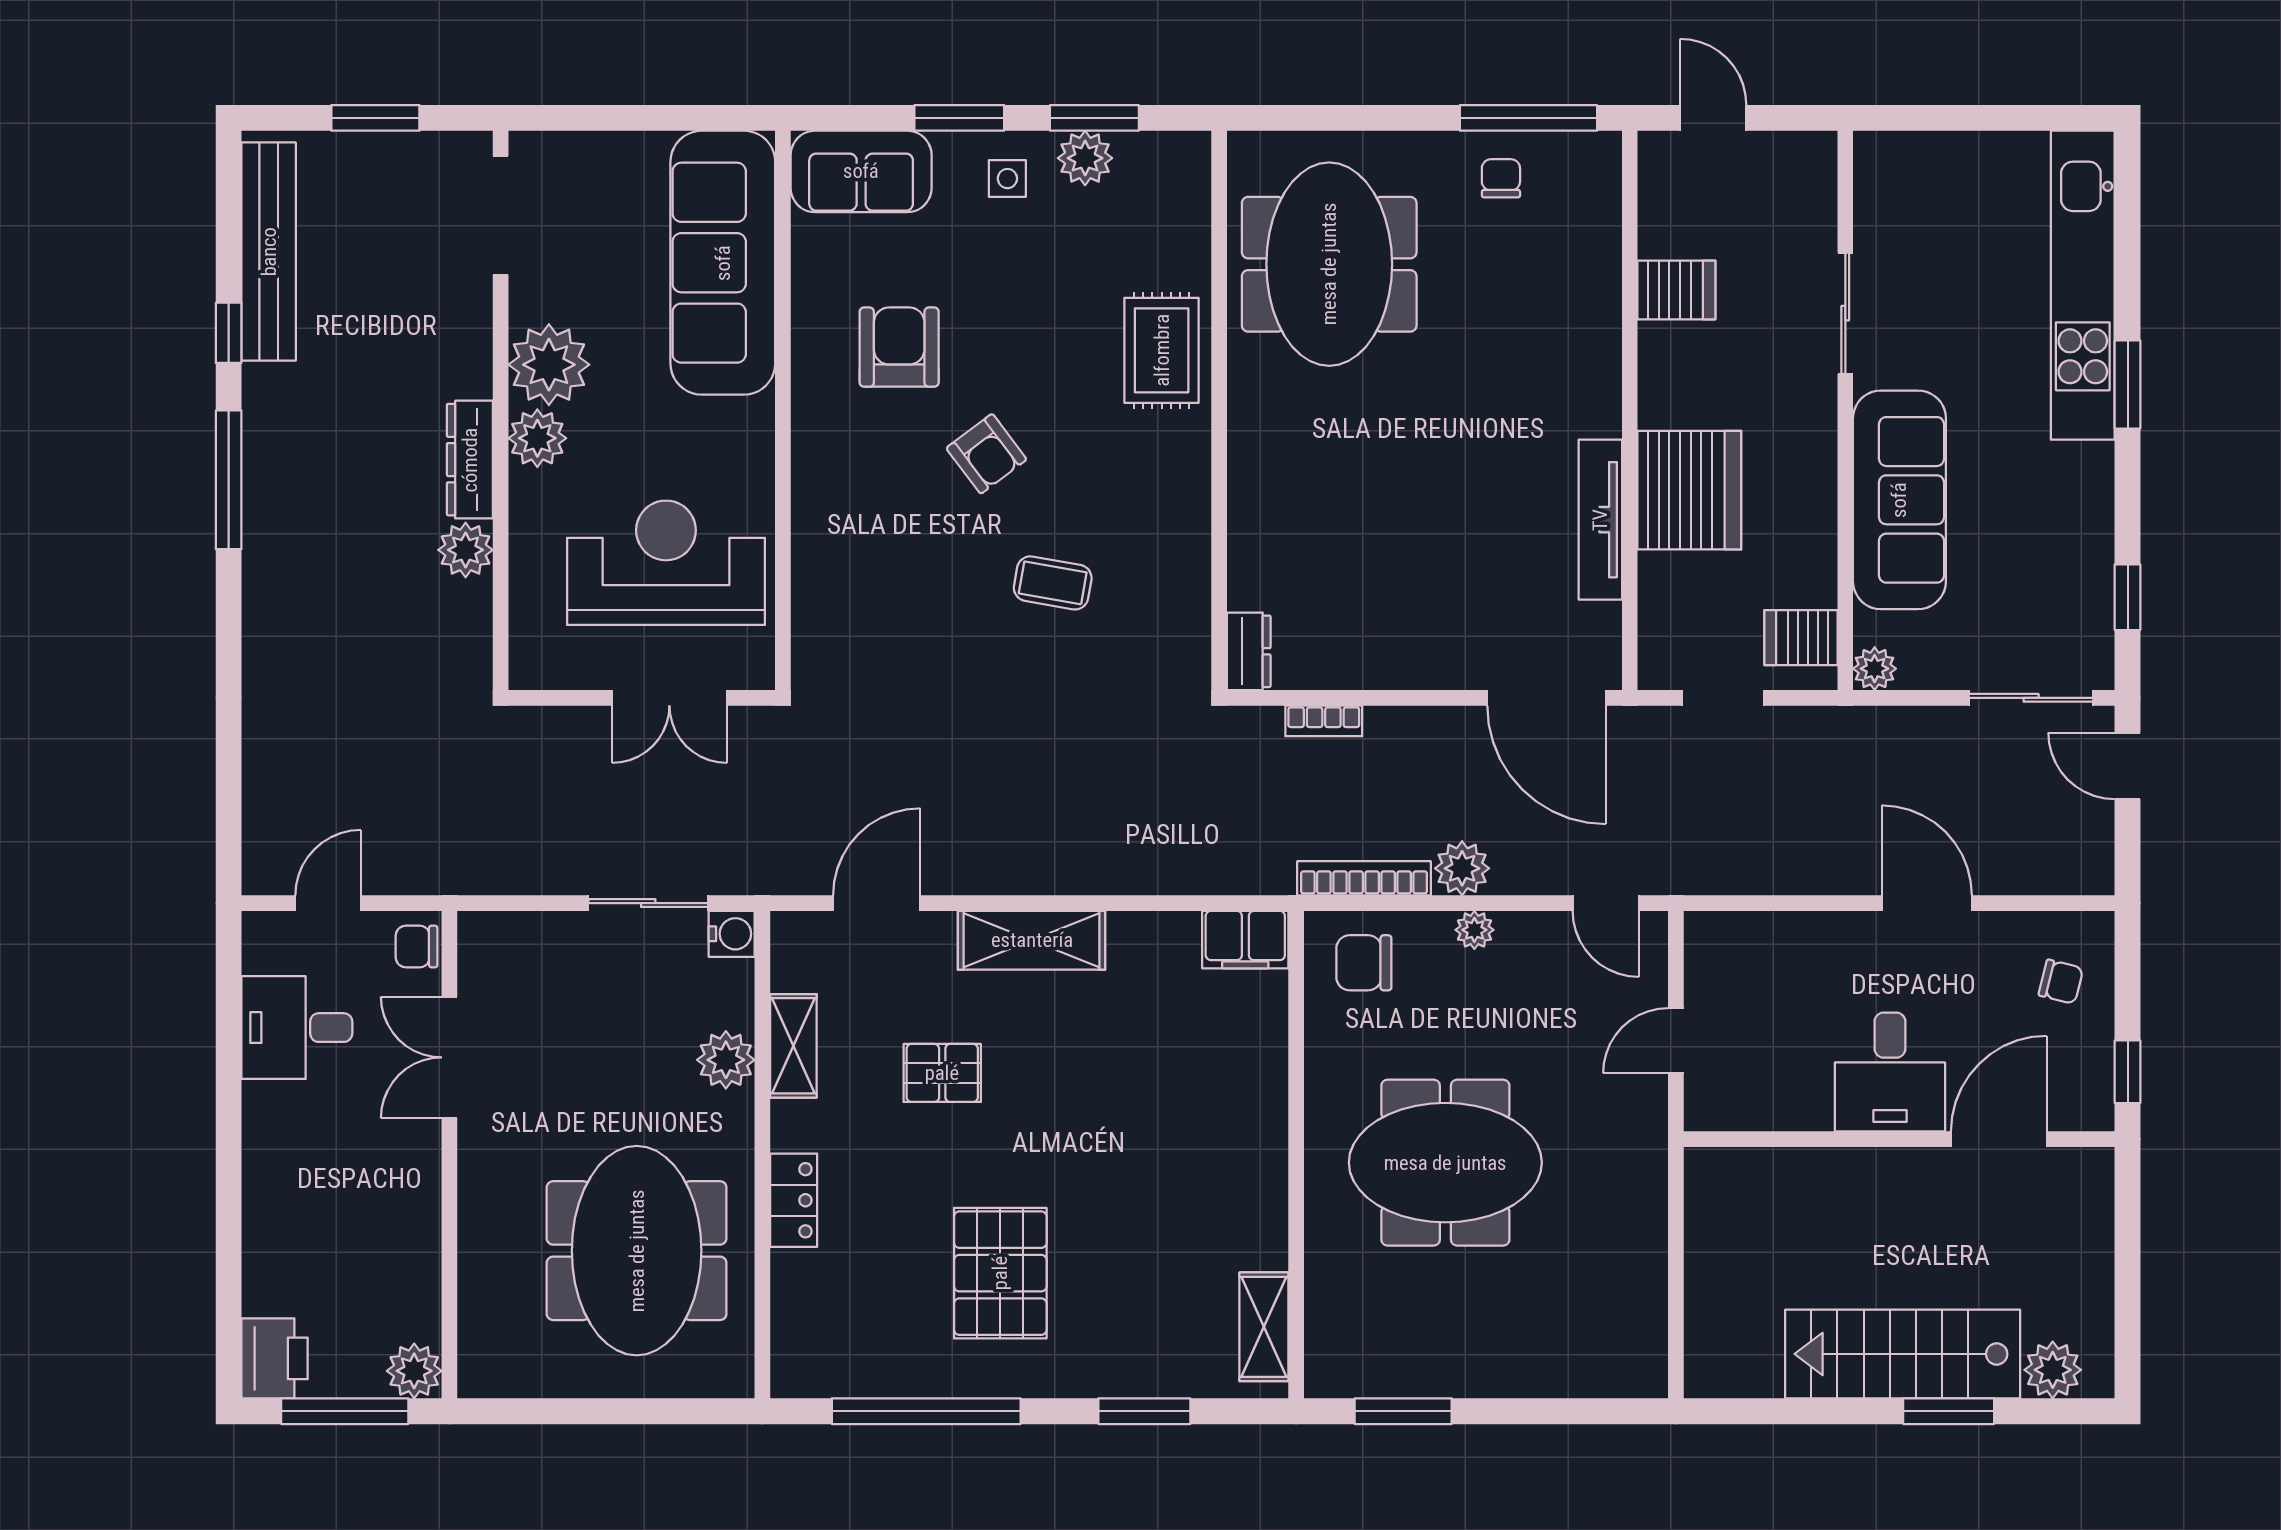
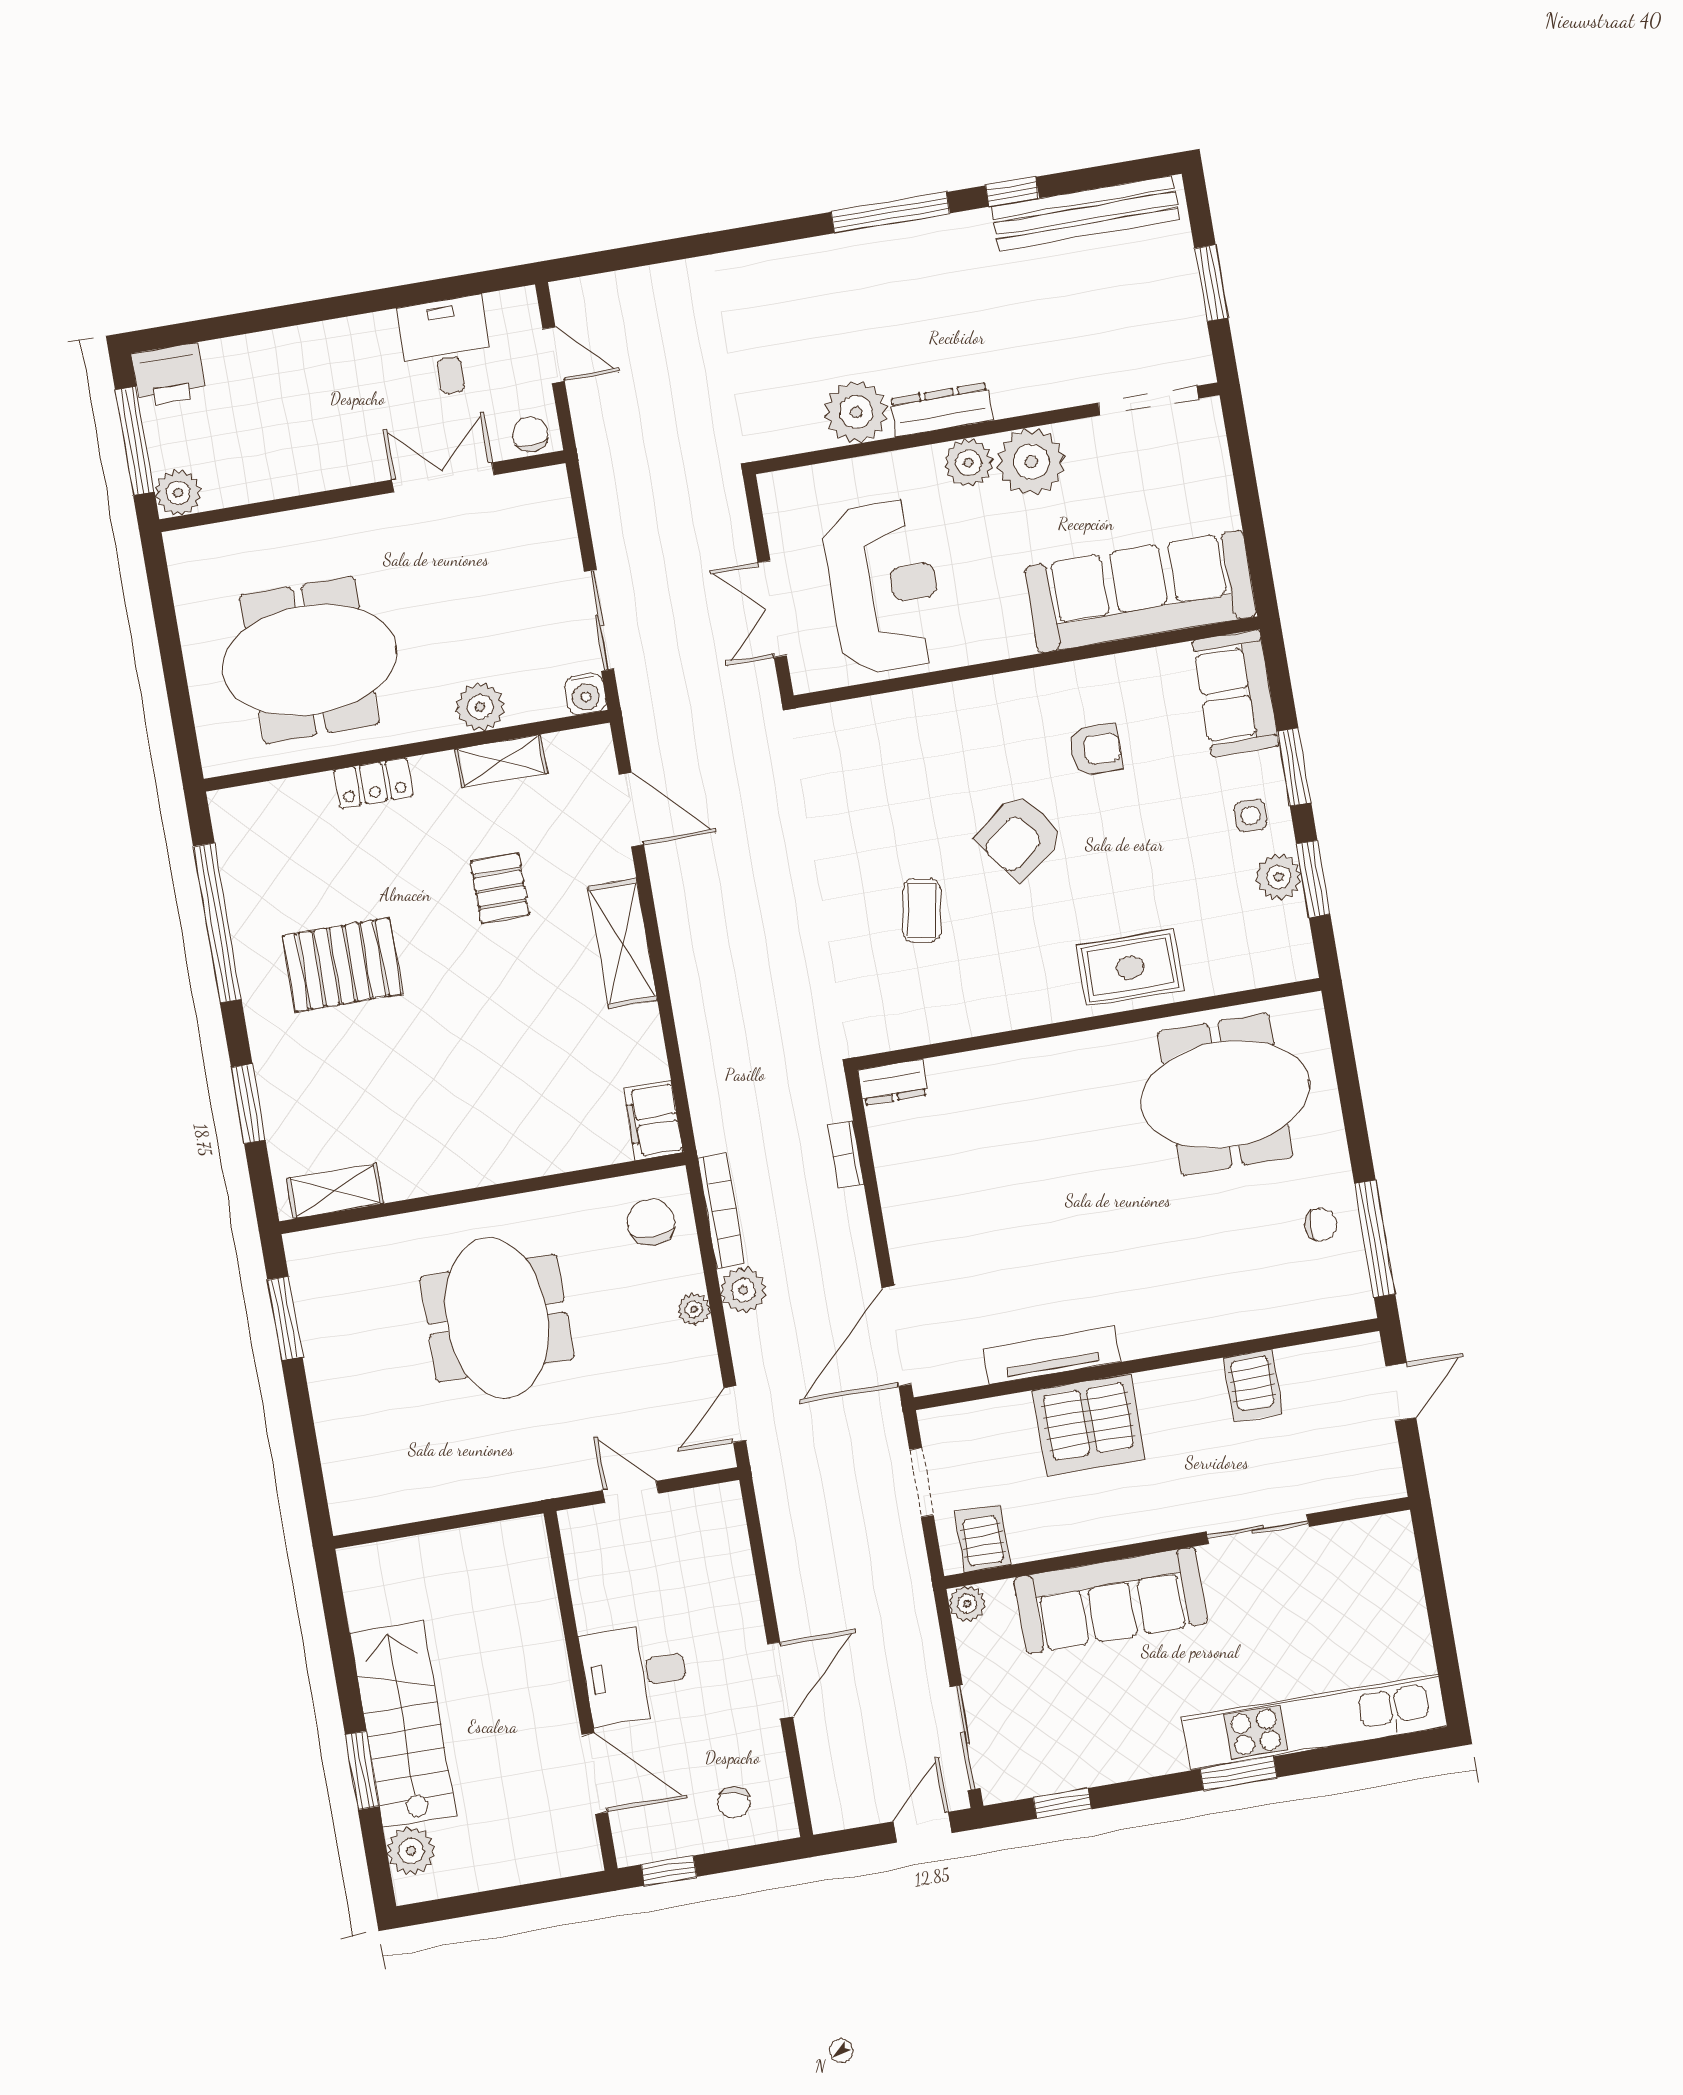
armchair: (899, 347) -> (1096, 750), width x0.72, depth x0.72
armchair: (986, 454) -> (1019, 837), width x1.38, depth x1.38
plant: (466, 550) -> (856, 412), width x1.36, depth x1.36

